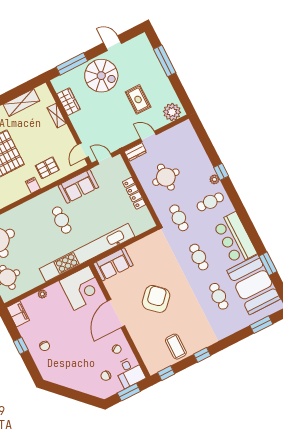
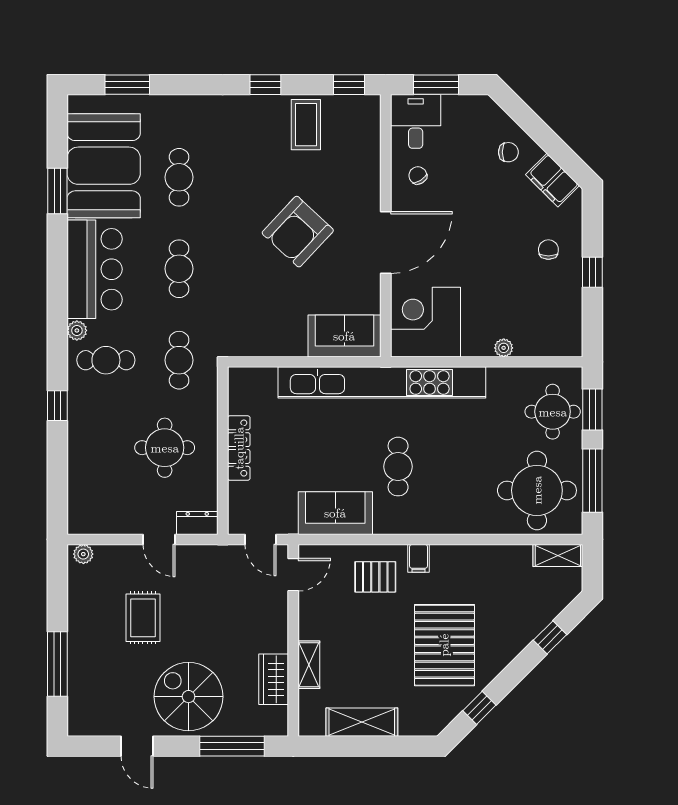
plant: (172, 112) -> (83, 554), width x0.53, depth x0.53
plant: (214, 179) -> (77, 330), moved
filing cabinet: (18, 314) -> (552, 180), moved, turned -45
chair: (106, 376) -> (508, 152), moved

